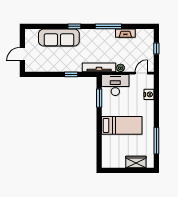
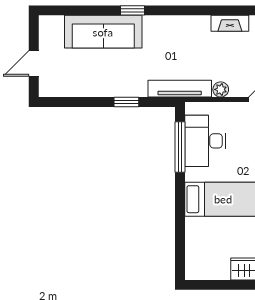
window: (108, 26) -> (198, 10), removed
desk: (115, 85) -> (205, 141), moved, turned -90
window: (99, 98) -> (180, 147), width x1.44

